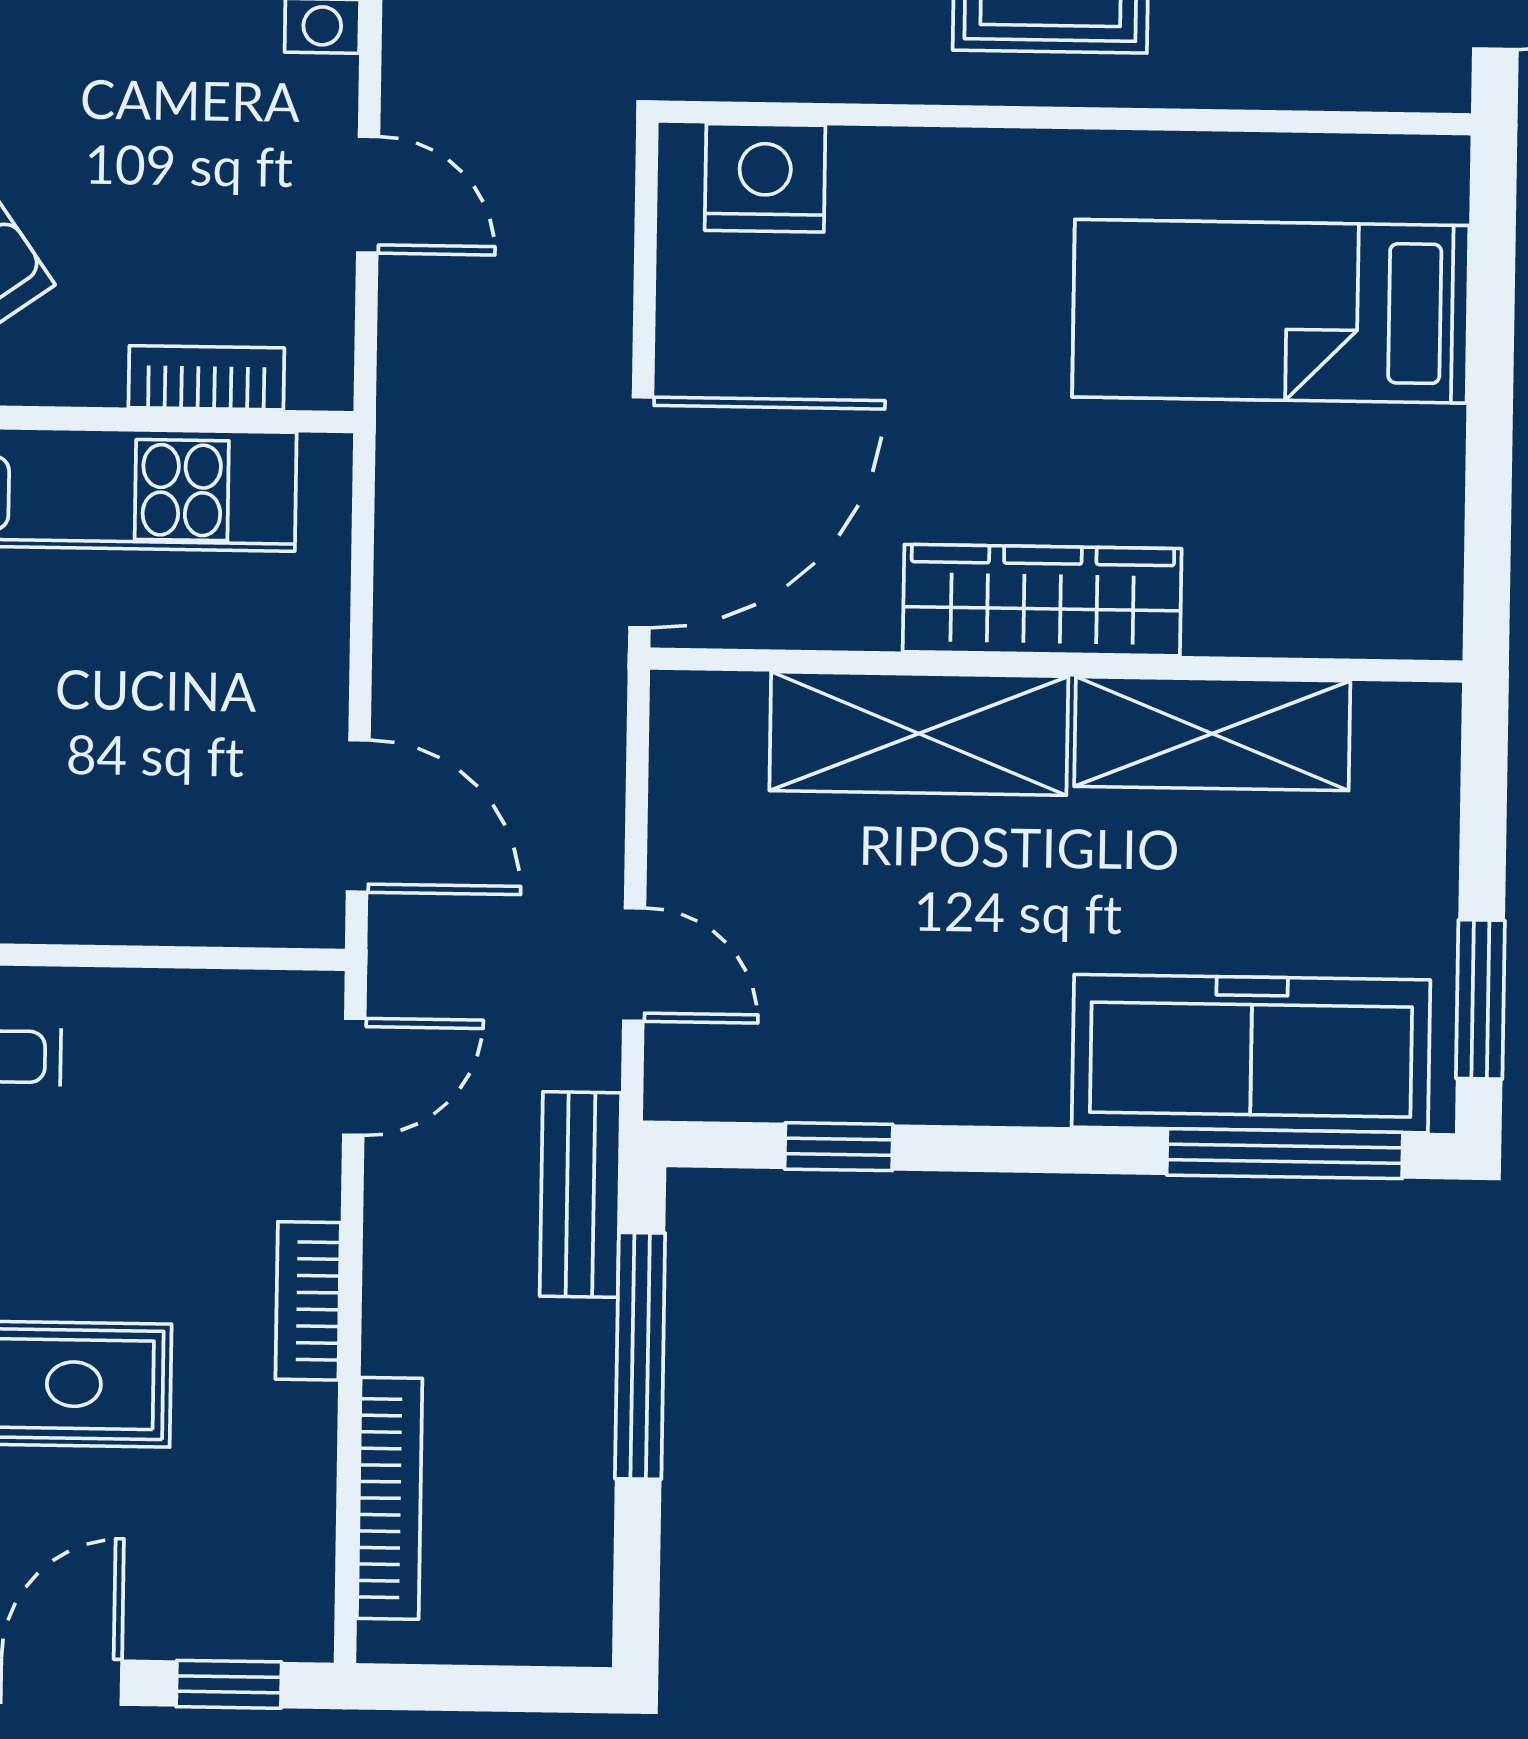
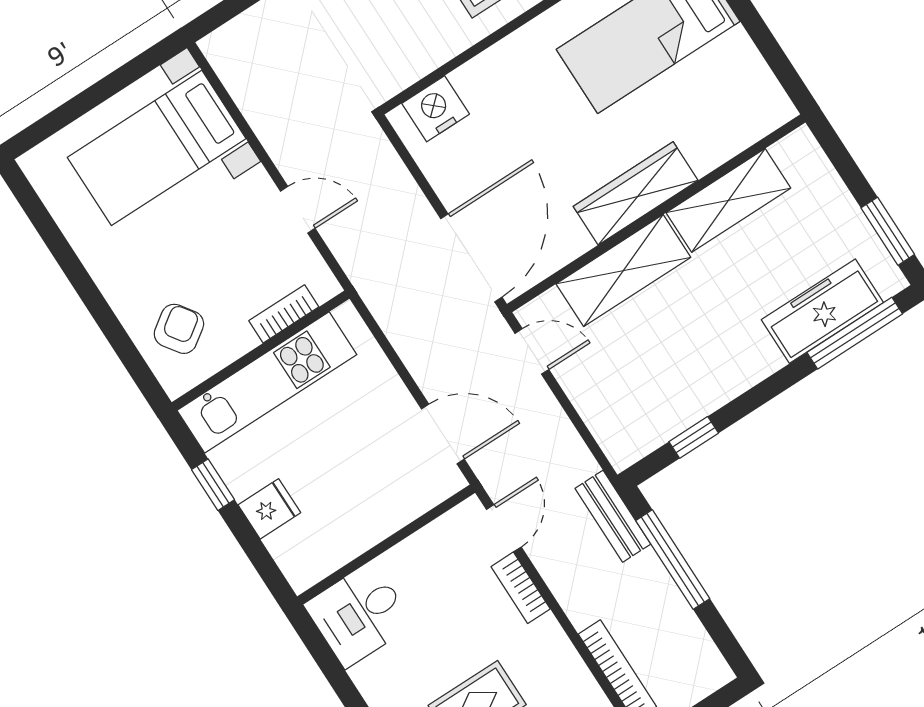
door: (634, 965) -> (532, 351), moved
freezer: (1251, 1054) -> (822, 311), width x0.73, depth x0.79
bookcase: (308, 1301) -> (521, 588), moved

